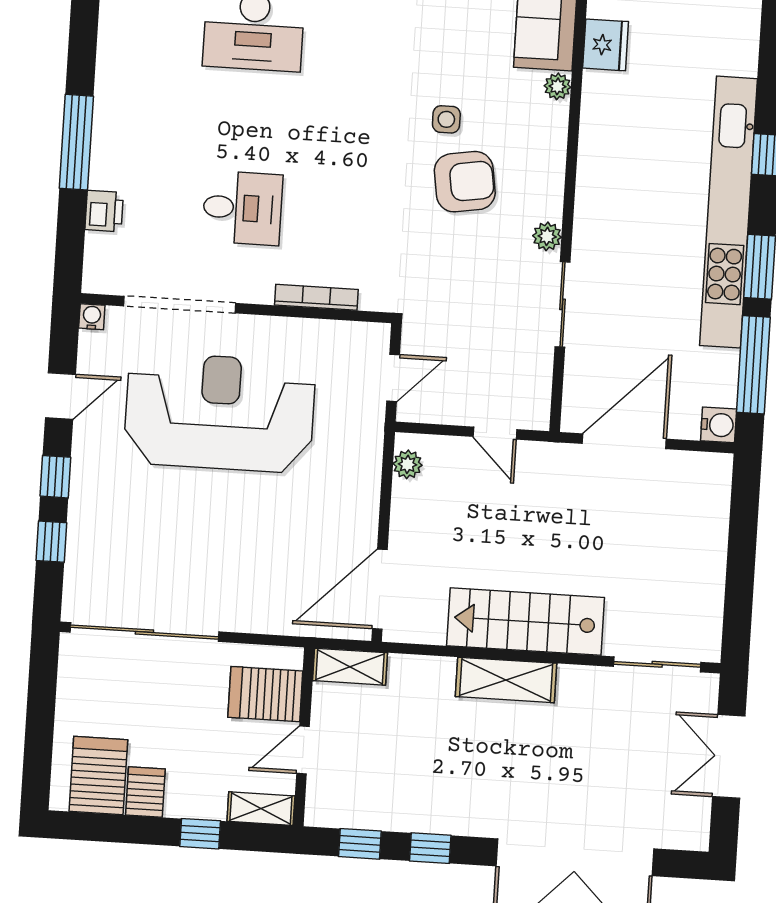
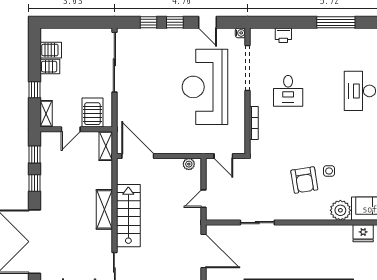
plant: (558, 86) -> (340, 210), width x1.88, depth x1.88
window: (76, 142) -> (336, 22), moved
plant: (547, 236) -> (284, 215), removed
reception desk: (220, 412) -> (205, 87), turned 180
door: (303, 750) -> (71, 129), swing flipped
server rack: (98, 776) -> (51, 50), width x0.73, depth x0.70

